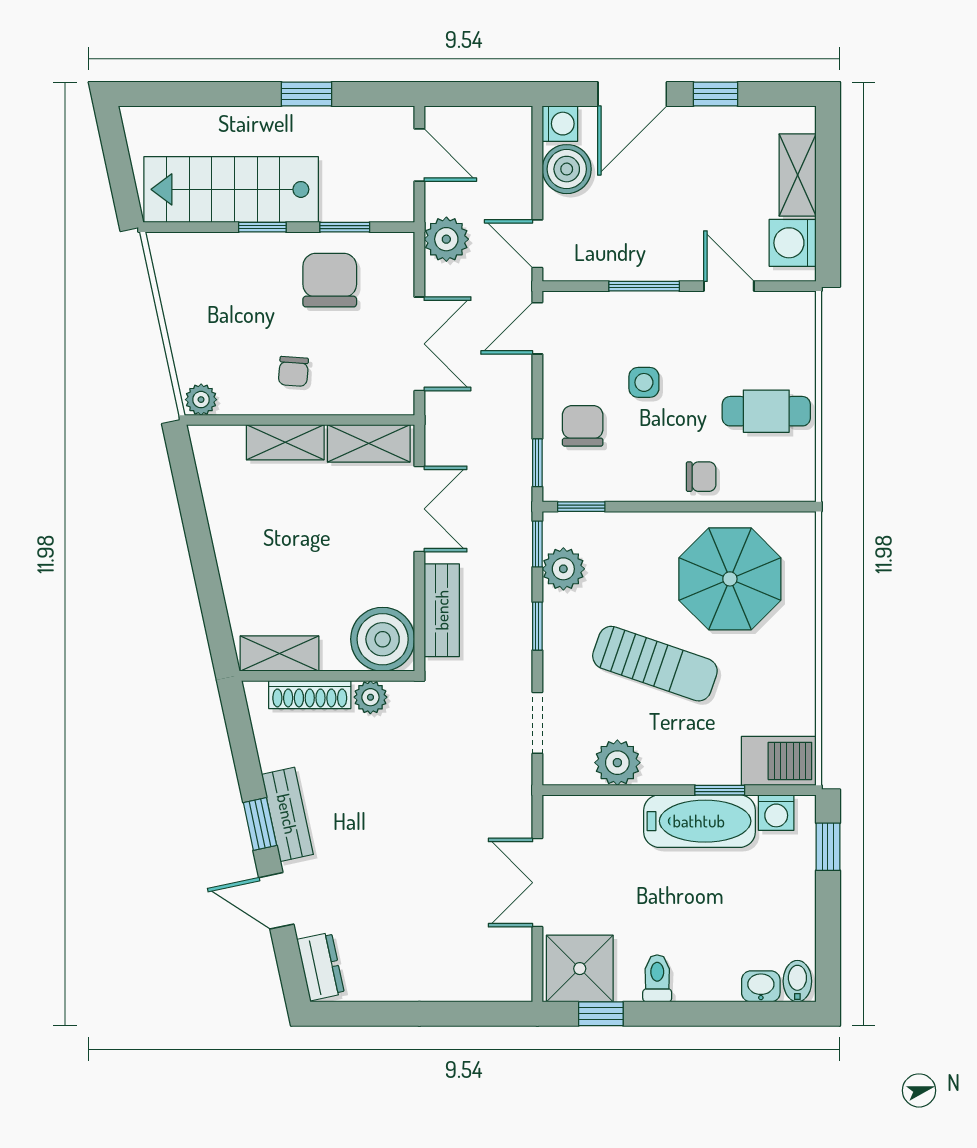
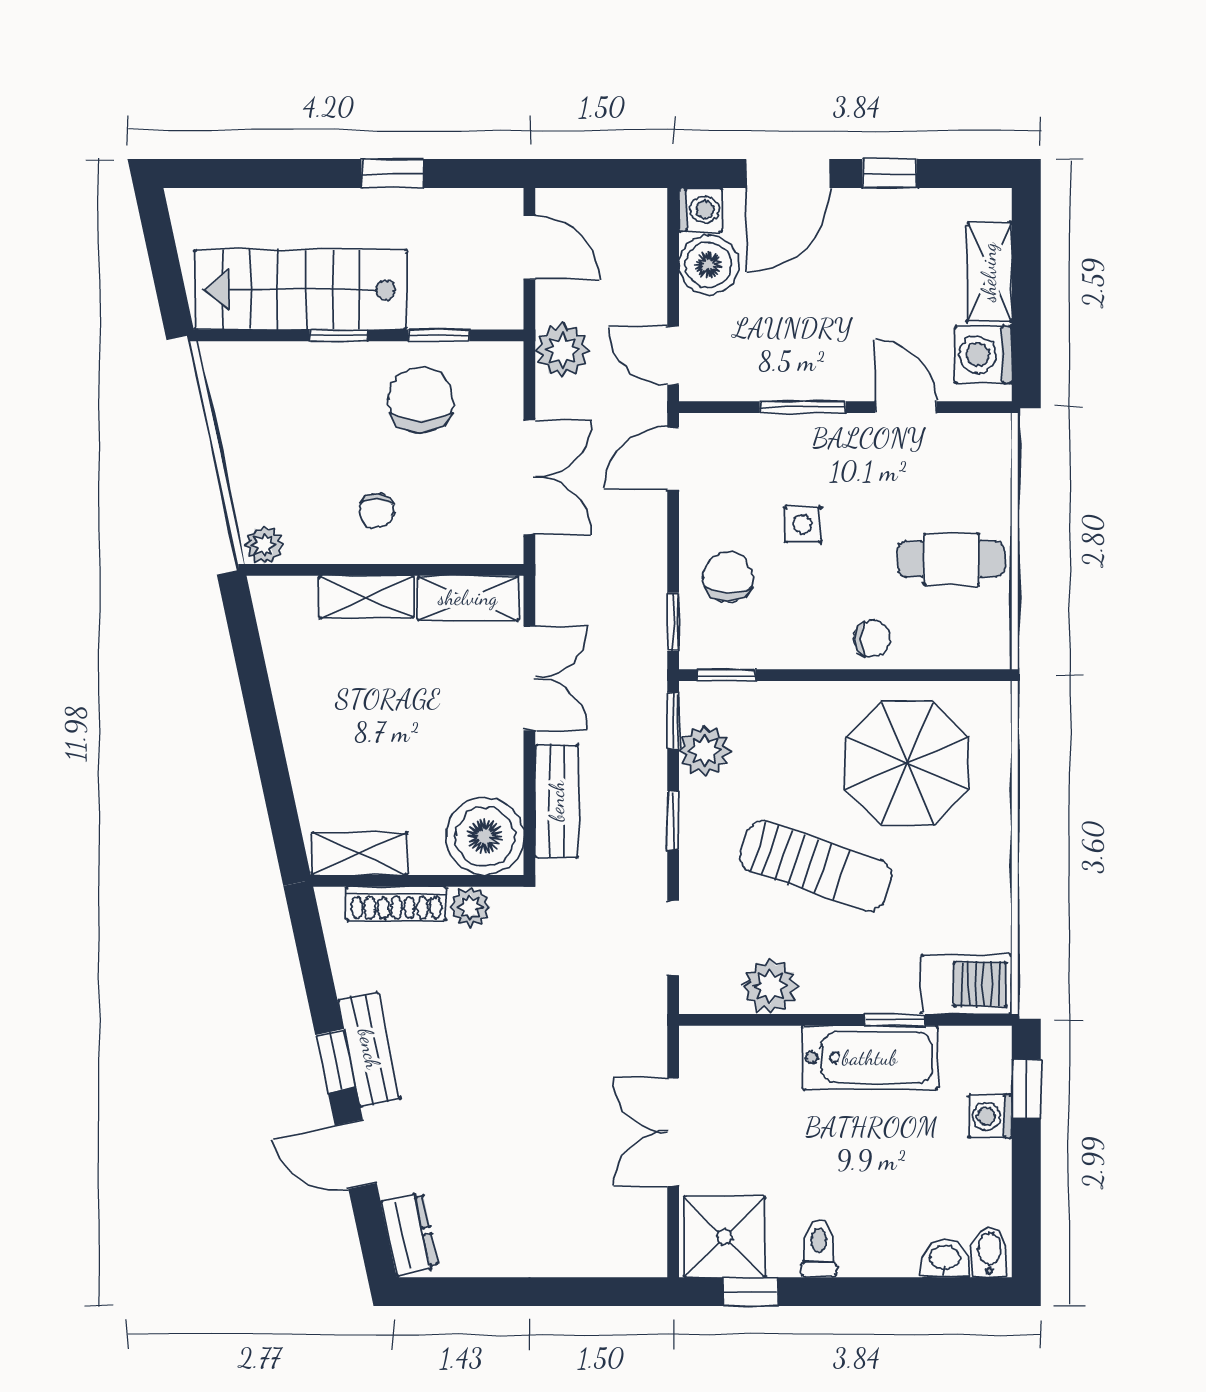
washing machine: (776, 813) -> (990, 1116), moved, turned 90

